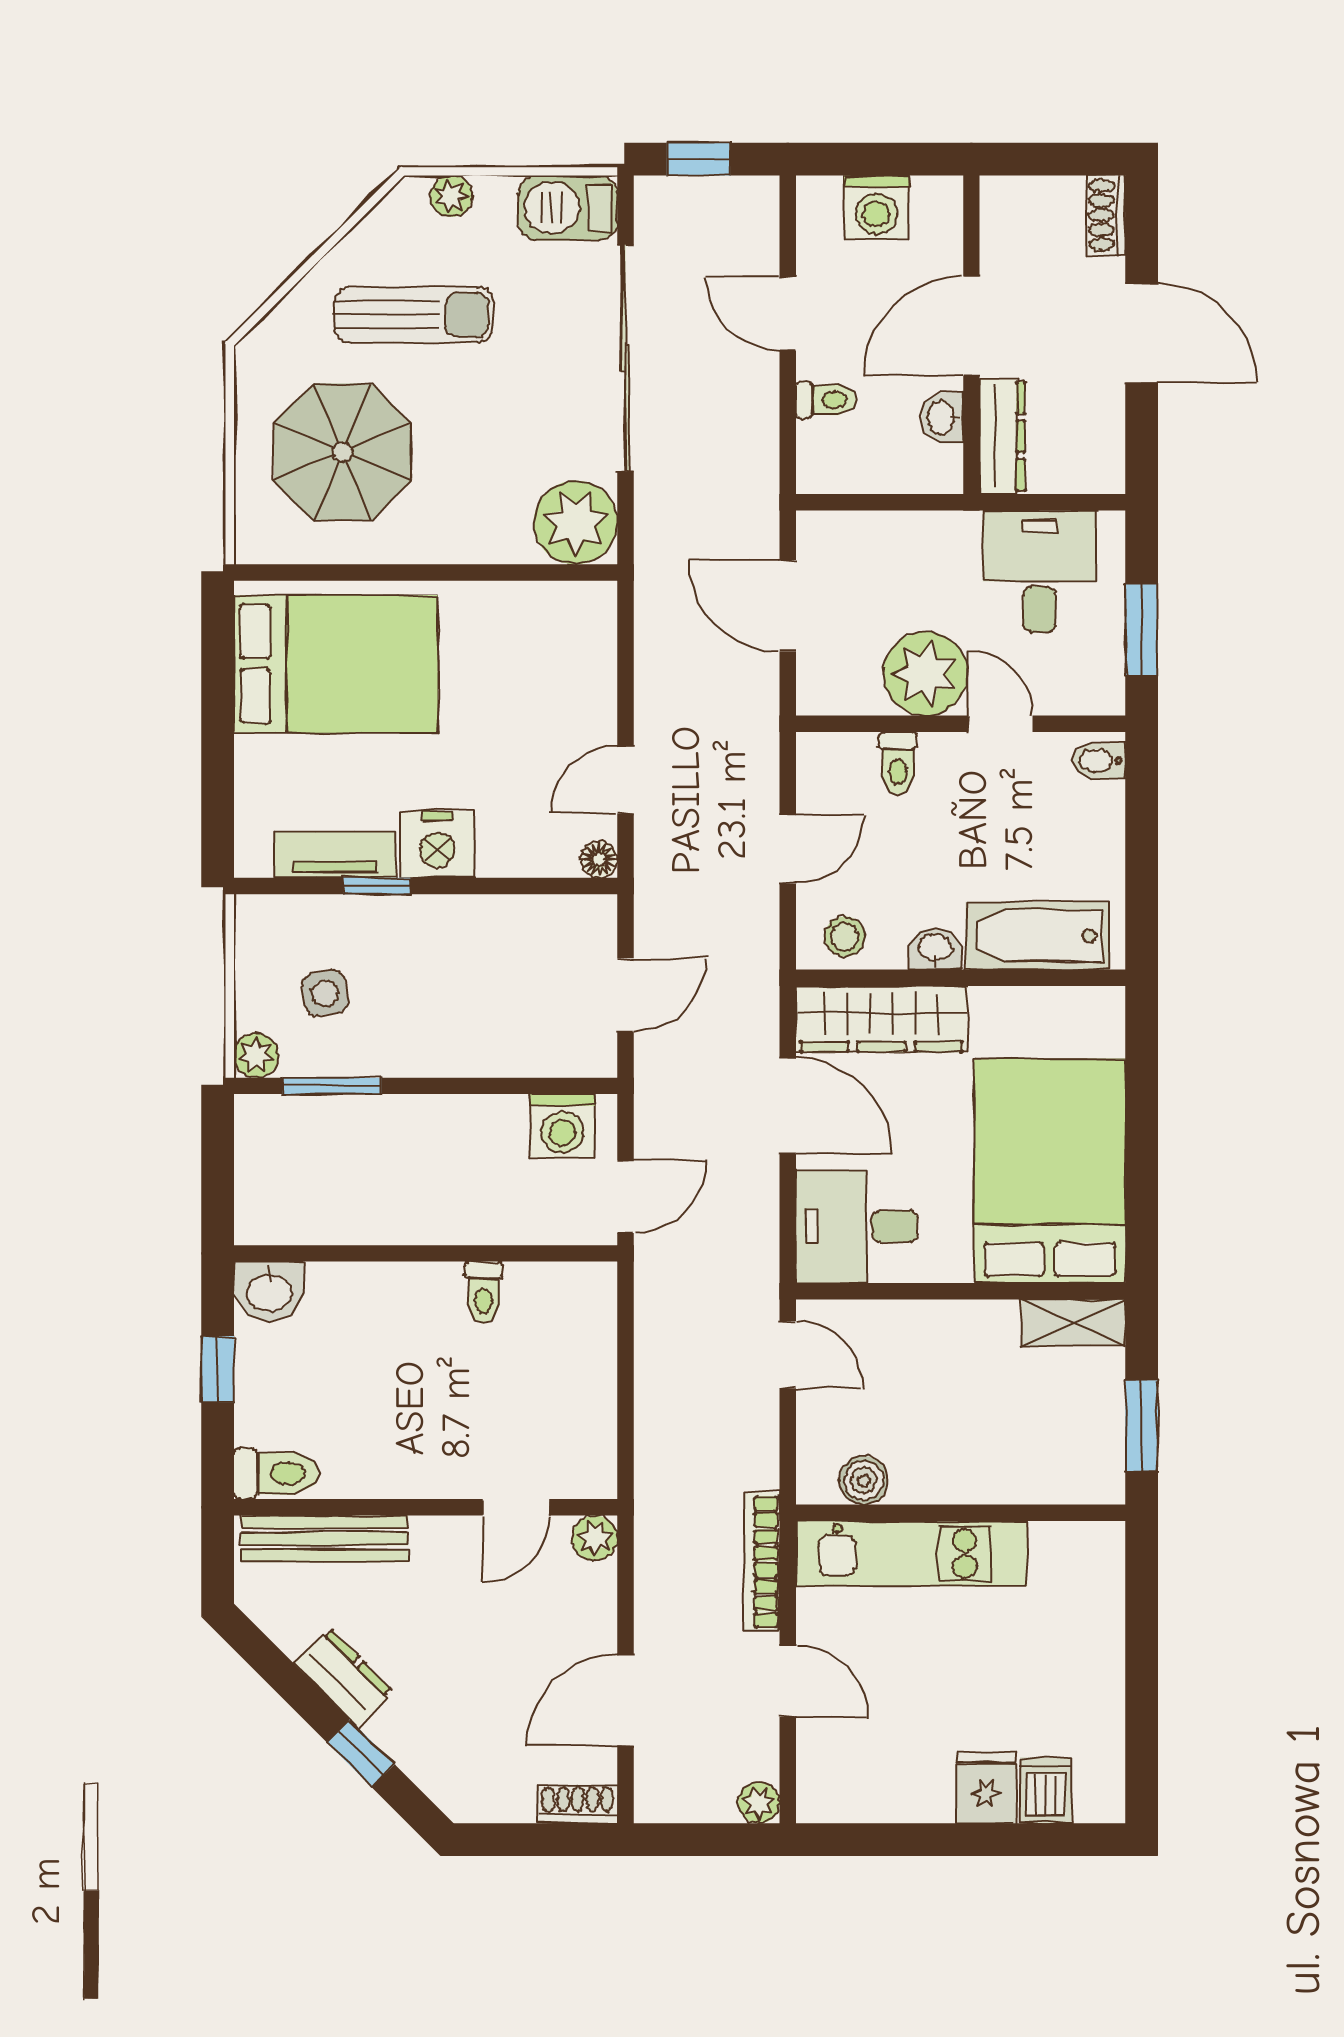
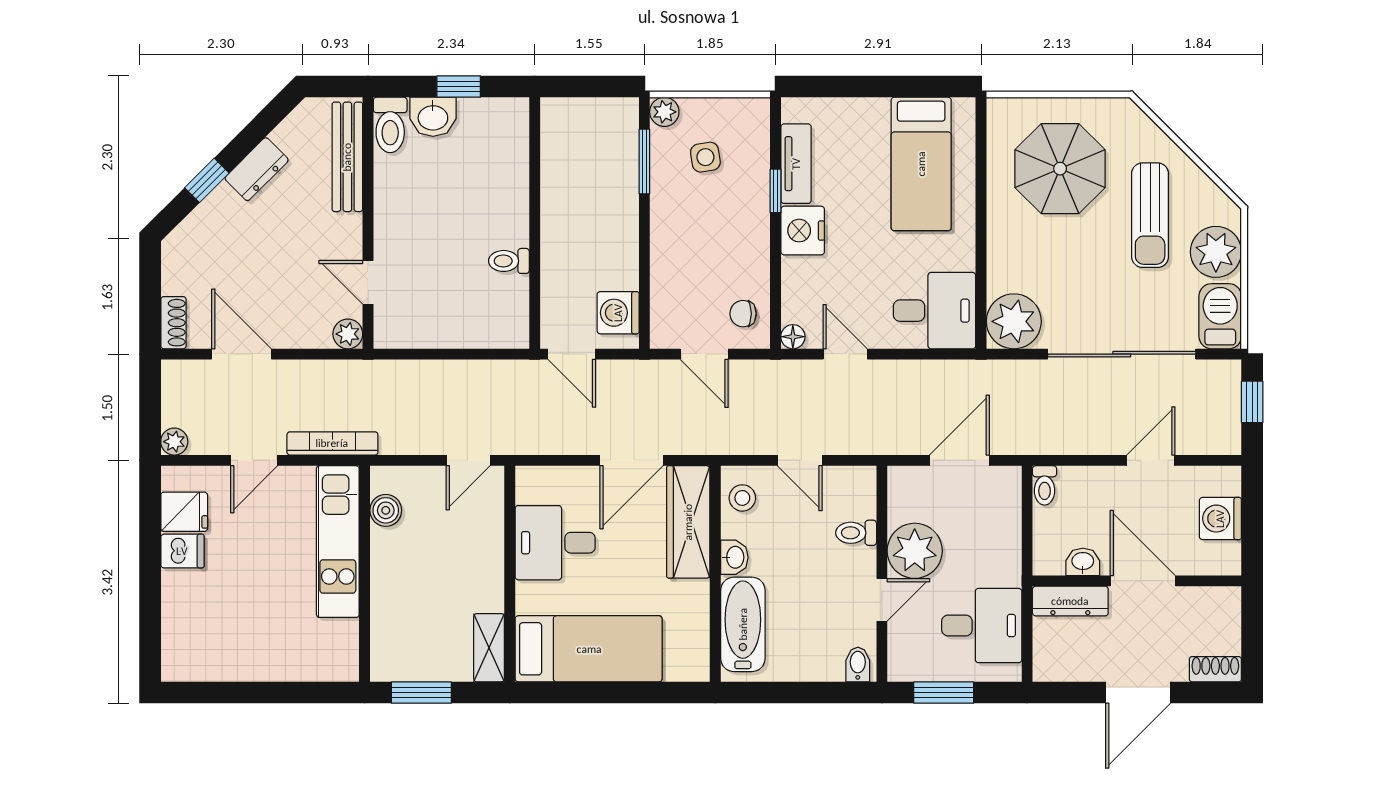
plant: (451, 196) -> (1216, 252), width x1.88, depth x1.88
toilet: (826, 400) -> (1045, 485), moved
desk: (559, 643) -> (935, 311), added
bed: (336, 664) -> (921, 164), width x0.67
chair: (564, 935) -> (743, 314), added
bed: (1050, 1171) -> (589, 649), width x0.67
desk: (857, 1226) -> (555, 543), moved, turned -90
washbasin: (269, 1291) -> (433, 117), moved, turned -90
fridge: (986, 1788) -> (184, 512), moved
dishwasher: (1046, 1790) -> (182, 551), moved

